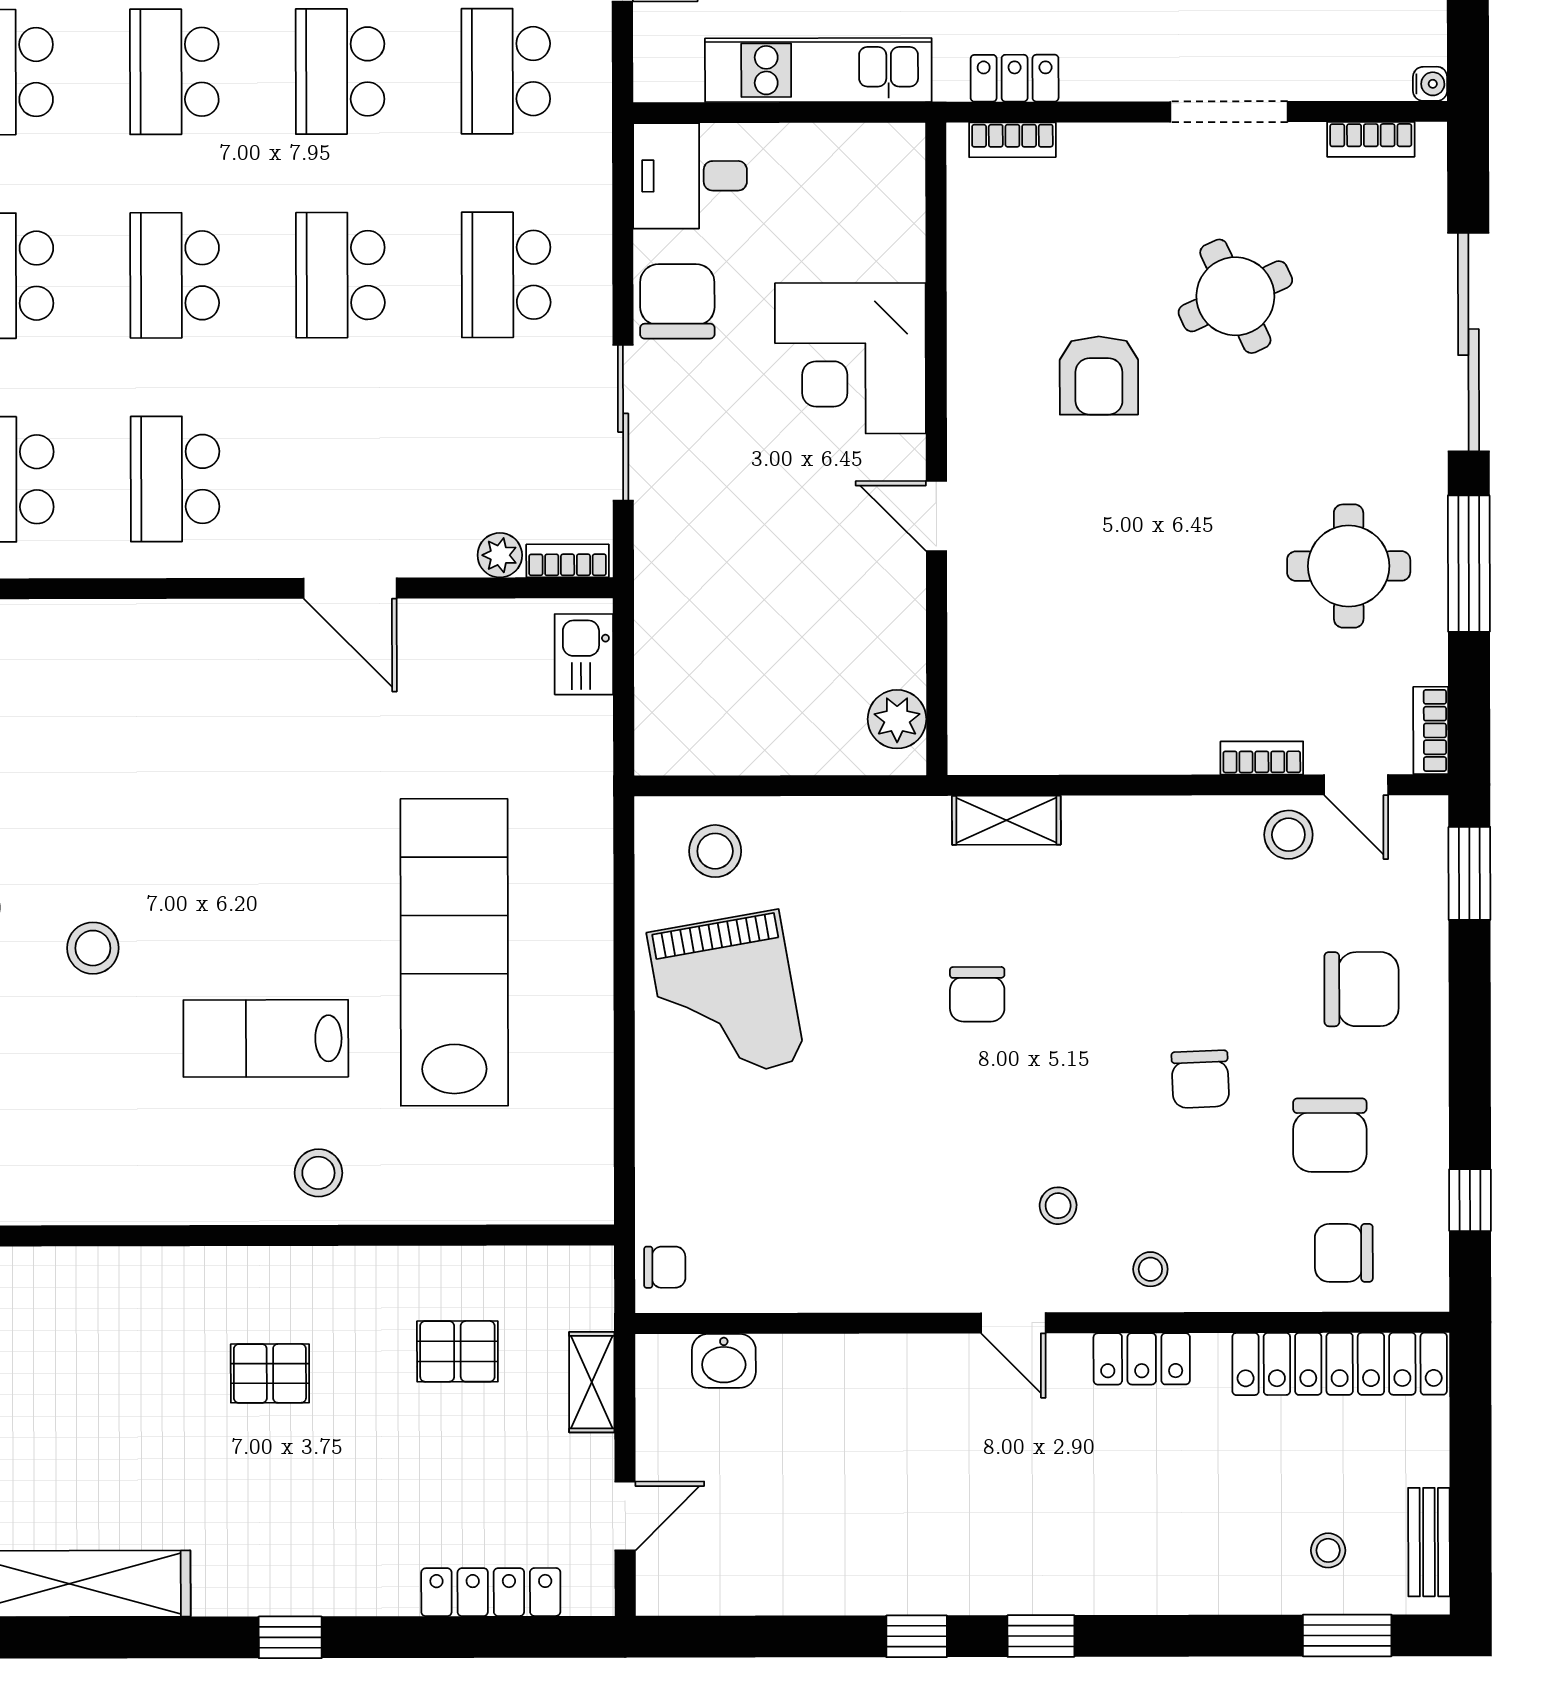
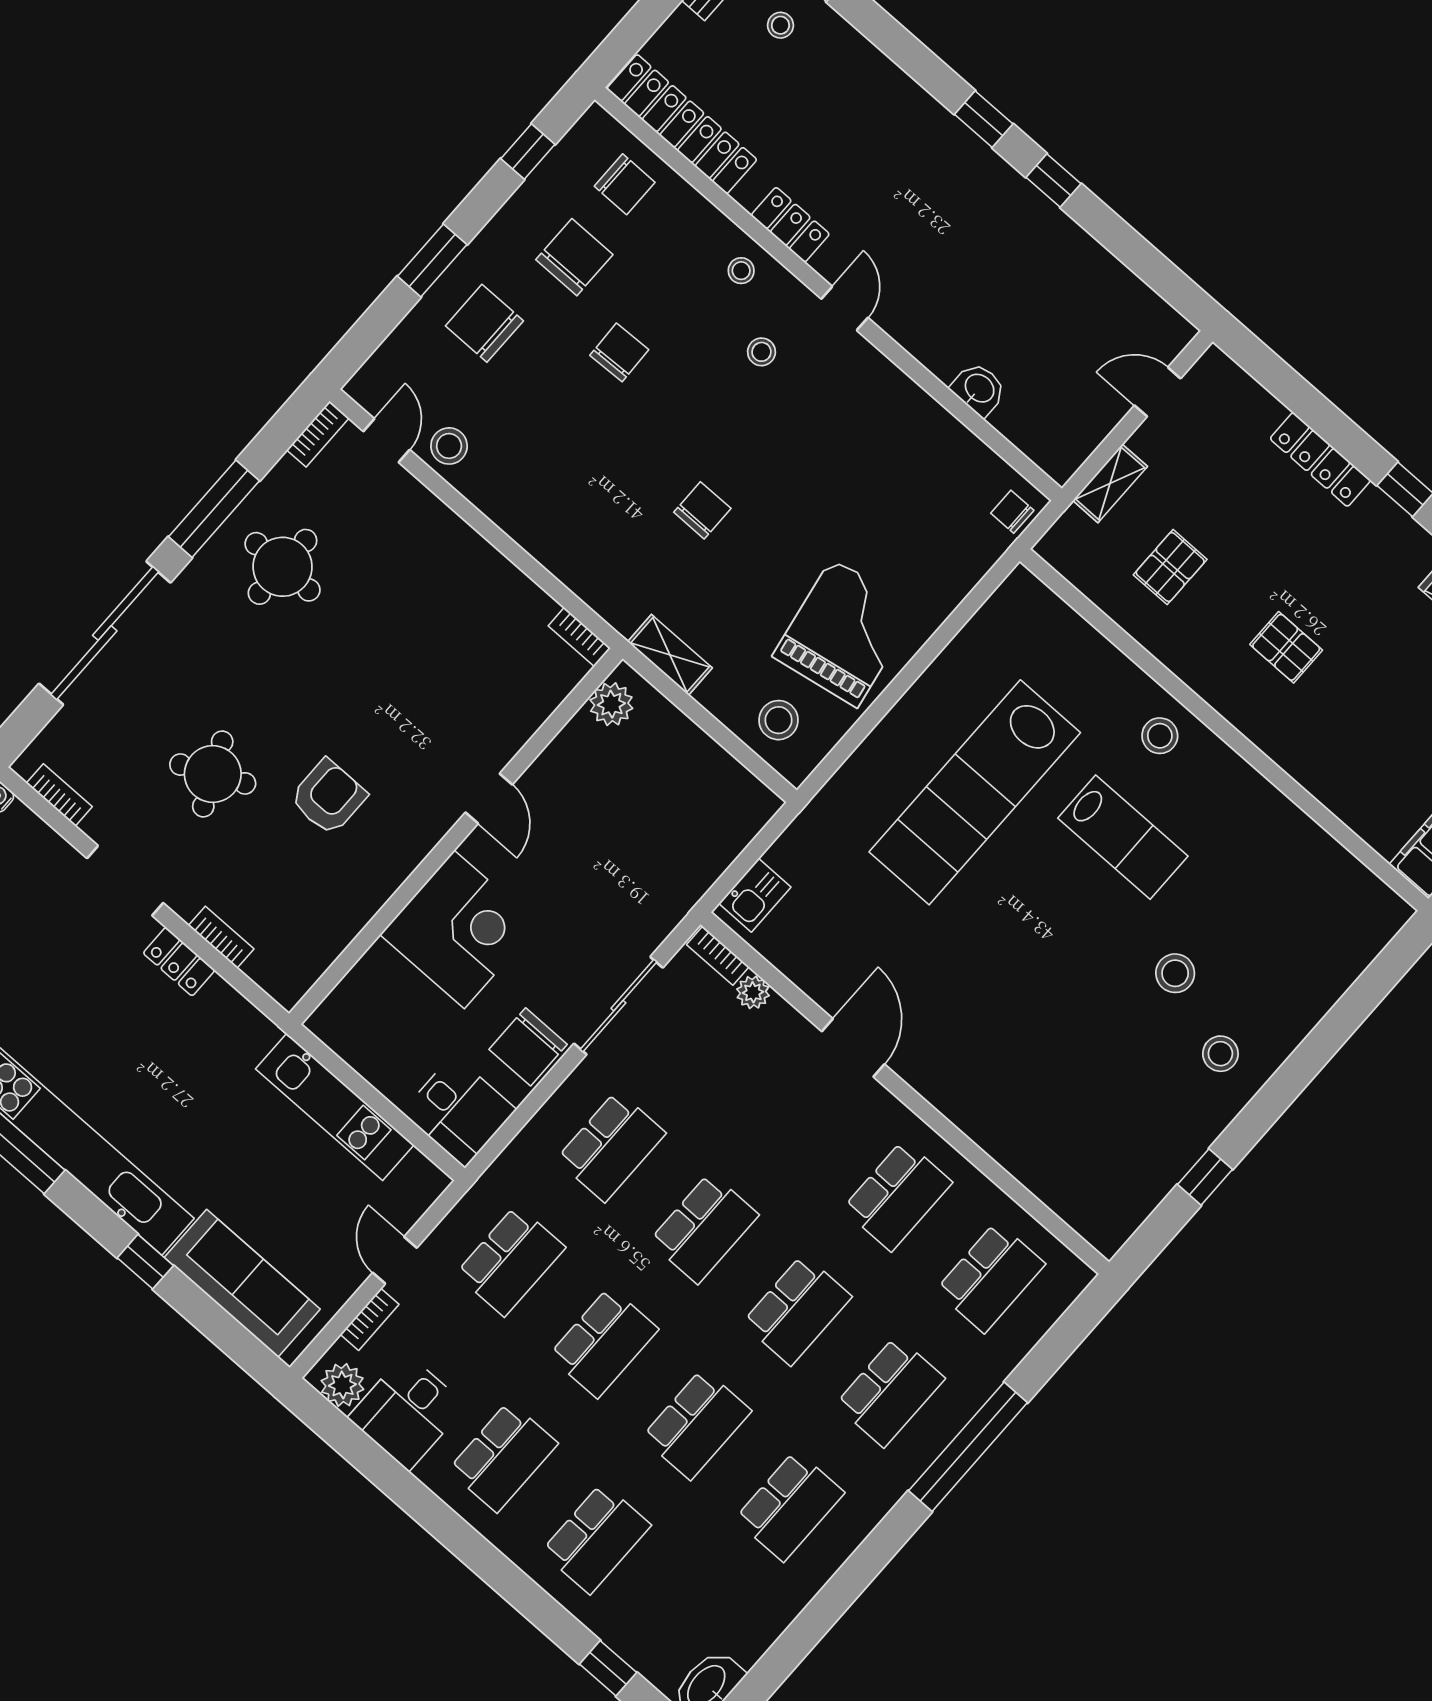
locker: (1015, 78) -> (179, 962), moved
bookcase: (1012, 140) -> (221, 937), moved
bookcase: (1262, 758) -> (579, 637), moved
shelving: (1006, 820) -> (670, 655), moved
window: (1469, 873) -> (432, 260), moved
pallet: (457, 1351) -> (1170, 567), turned 90
washbasin: (724, 1361) -> (979, 389), moved
locker: (491, 1592) -> (1320, 459), moved

